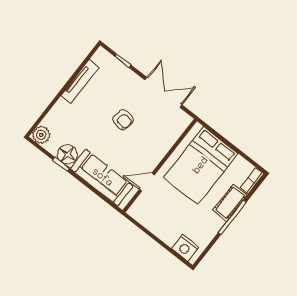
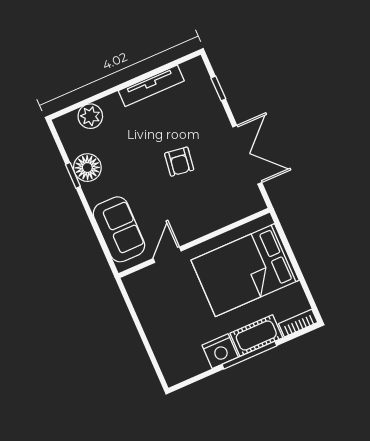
plant: (41, 135) -> (90, 116), moved
sofa: (102, 178) -> (119, 229), width x0.73
door: (147, 182) -> (167, 255), hinge flipped
nightstand: (185, 248) -> (220, 351), moved, turned -90

